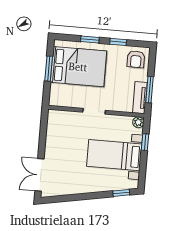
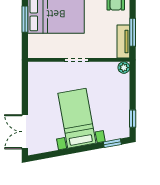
window: (145, 142) -> (133, 119), moved
bed with nightstands: (114, 155) -> (77, 118), moved, turned 80

